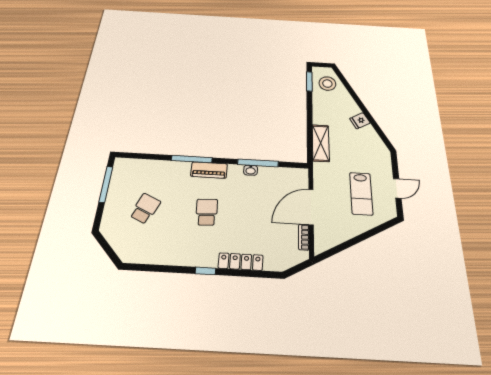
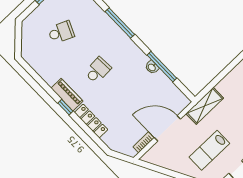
shelving: (321, 143) -> (205, 106), moved
piano: (209, 170) -> (67, 95), moved, turned 180

